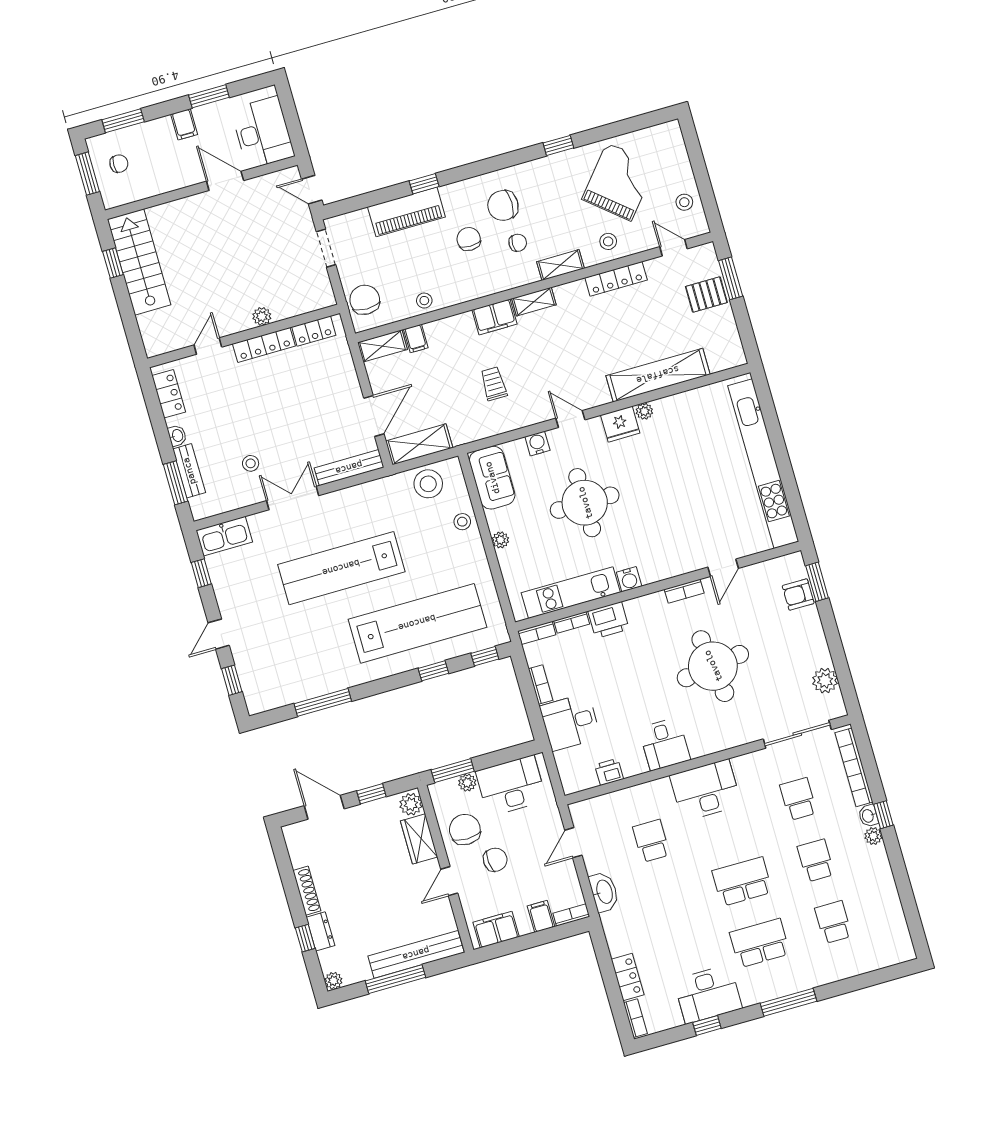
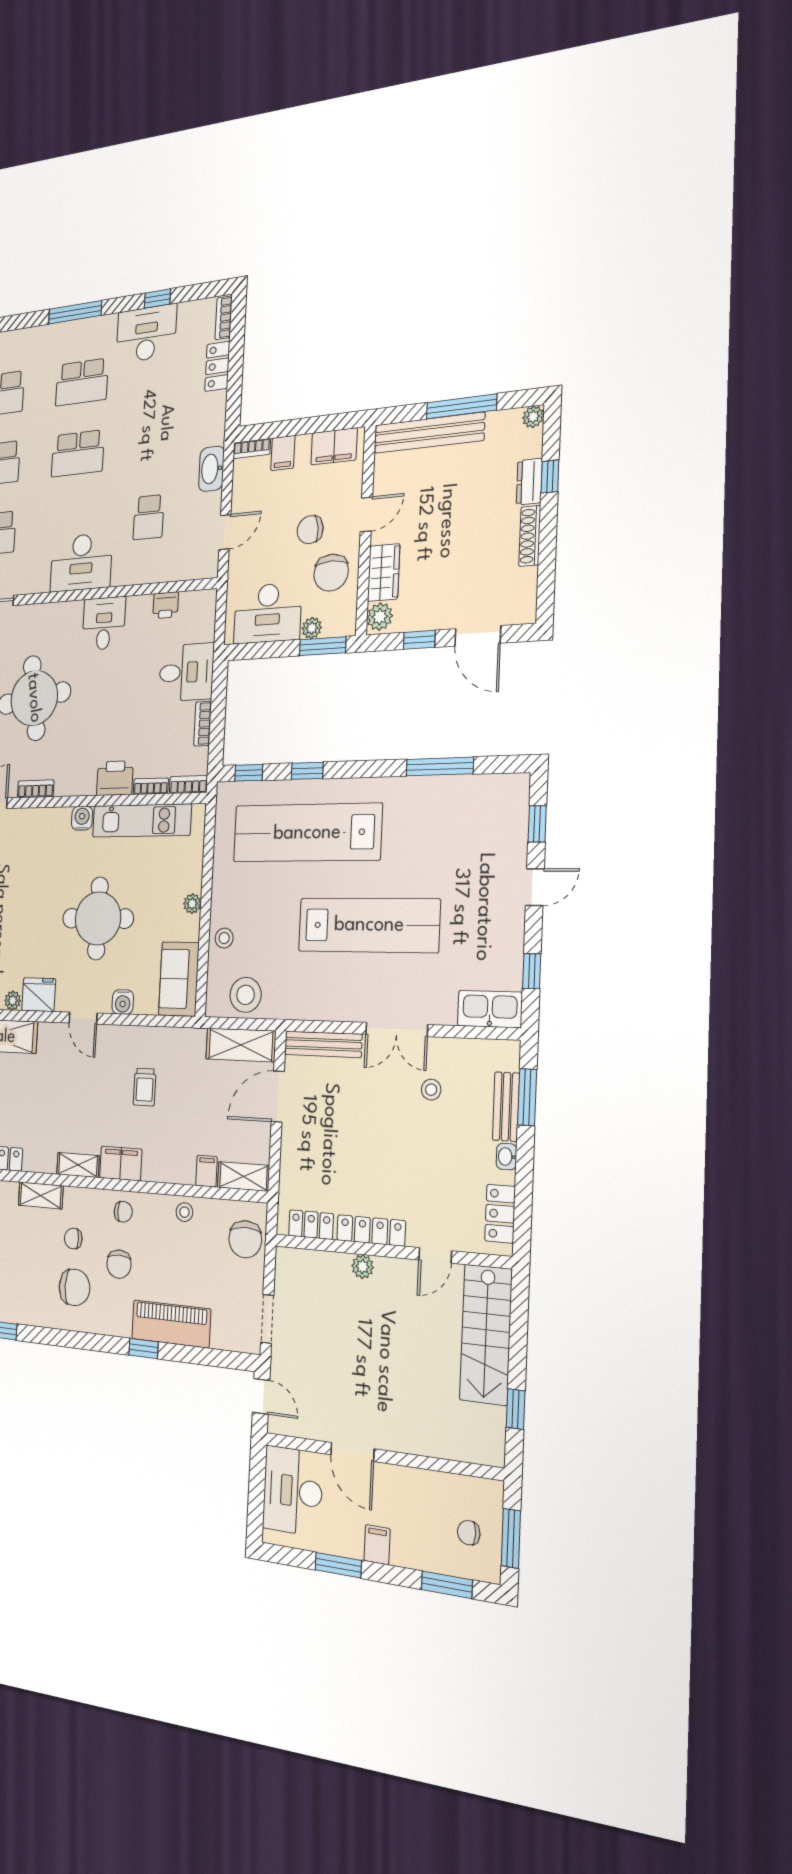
stairs: (139, 262) -> (486, 1334), moved
chair: (479, 281) -> (123, 1212), added

